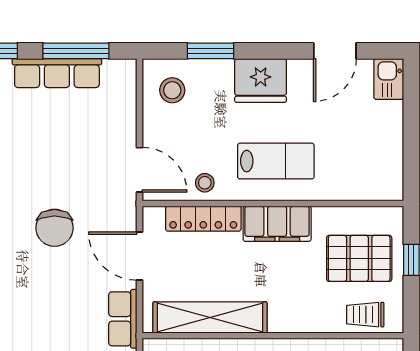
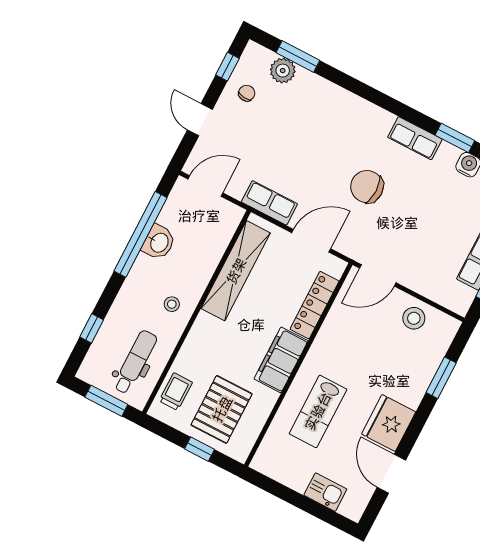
kitchen sink: (389, 79) -> (325, 492), moved
fridge: (261, 80) -> (389, 423), moved
stool: (172, 90) -> (414, 318), moved
lab bench: (276, 161) -> (318, 411), moved
stool: (205, 183) -> (342, 321), removed

